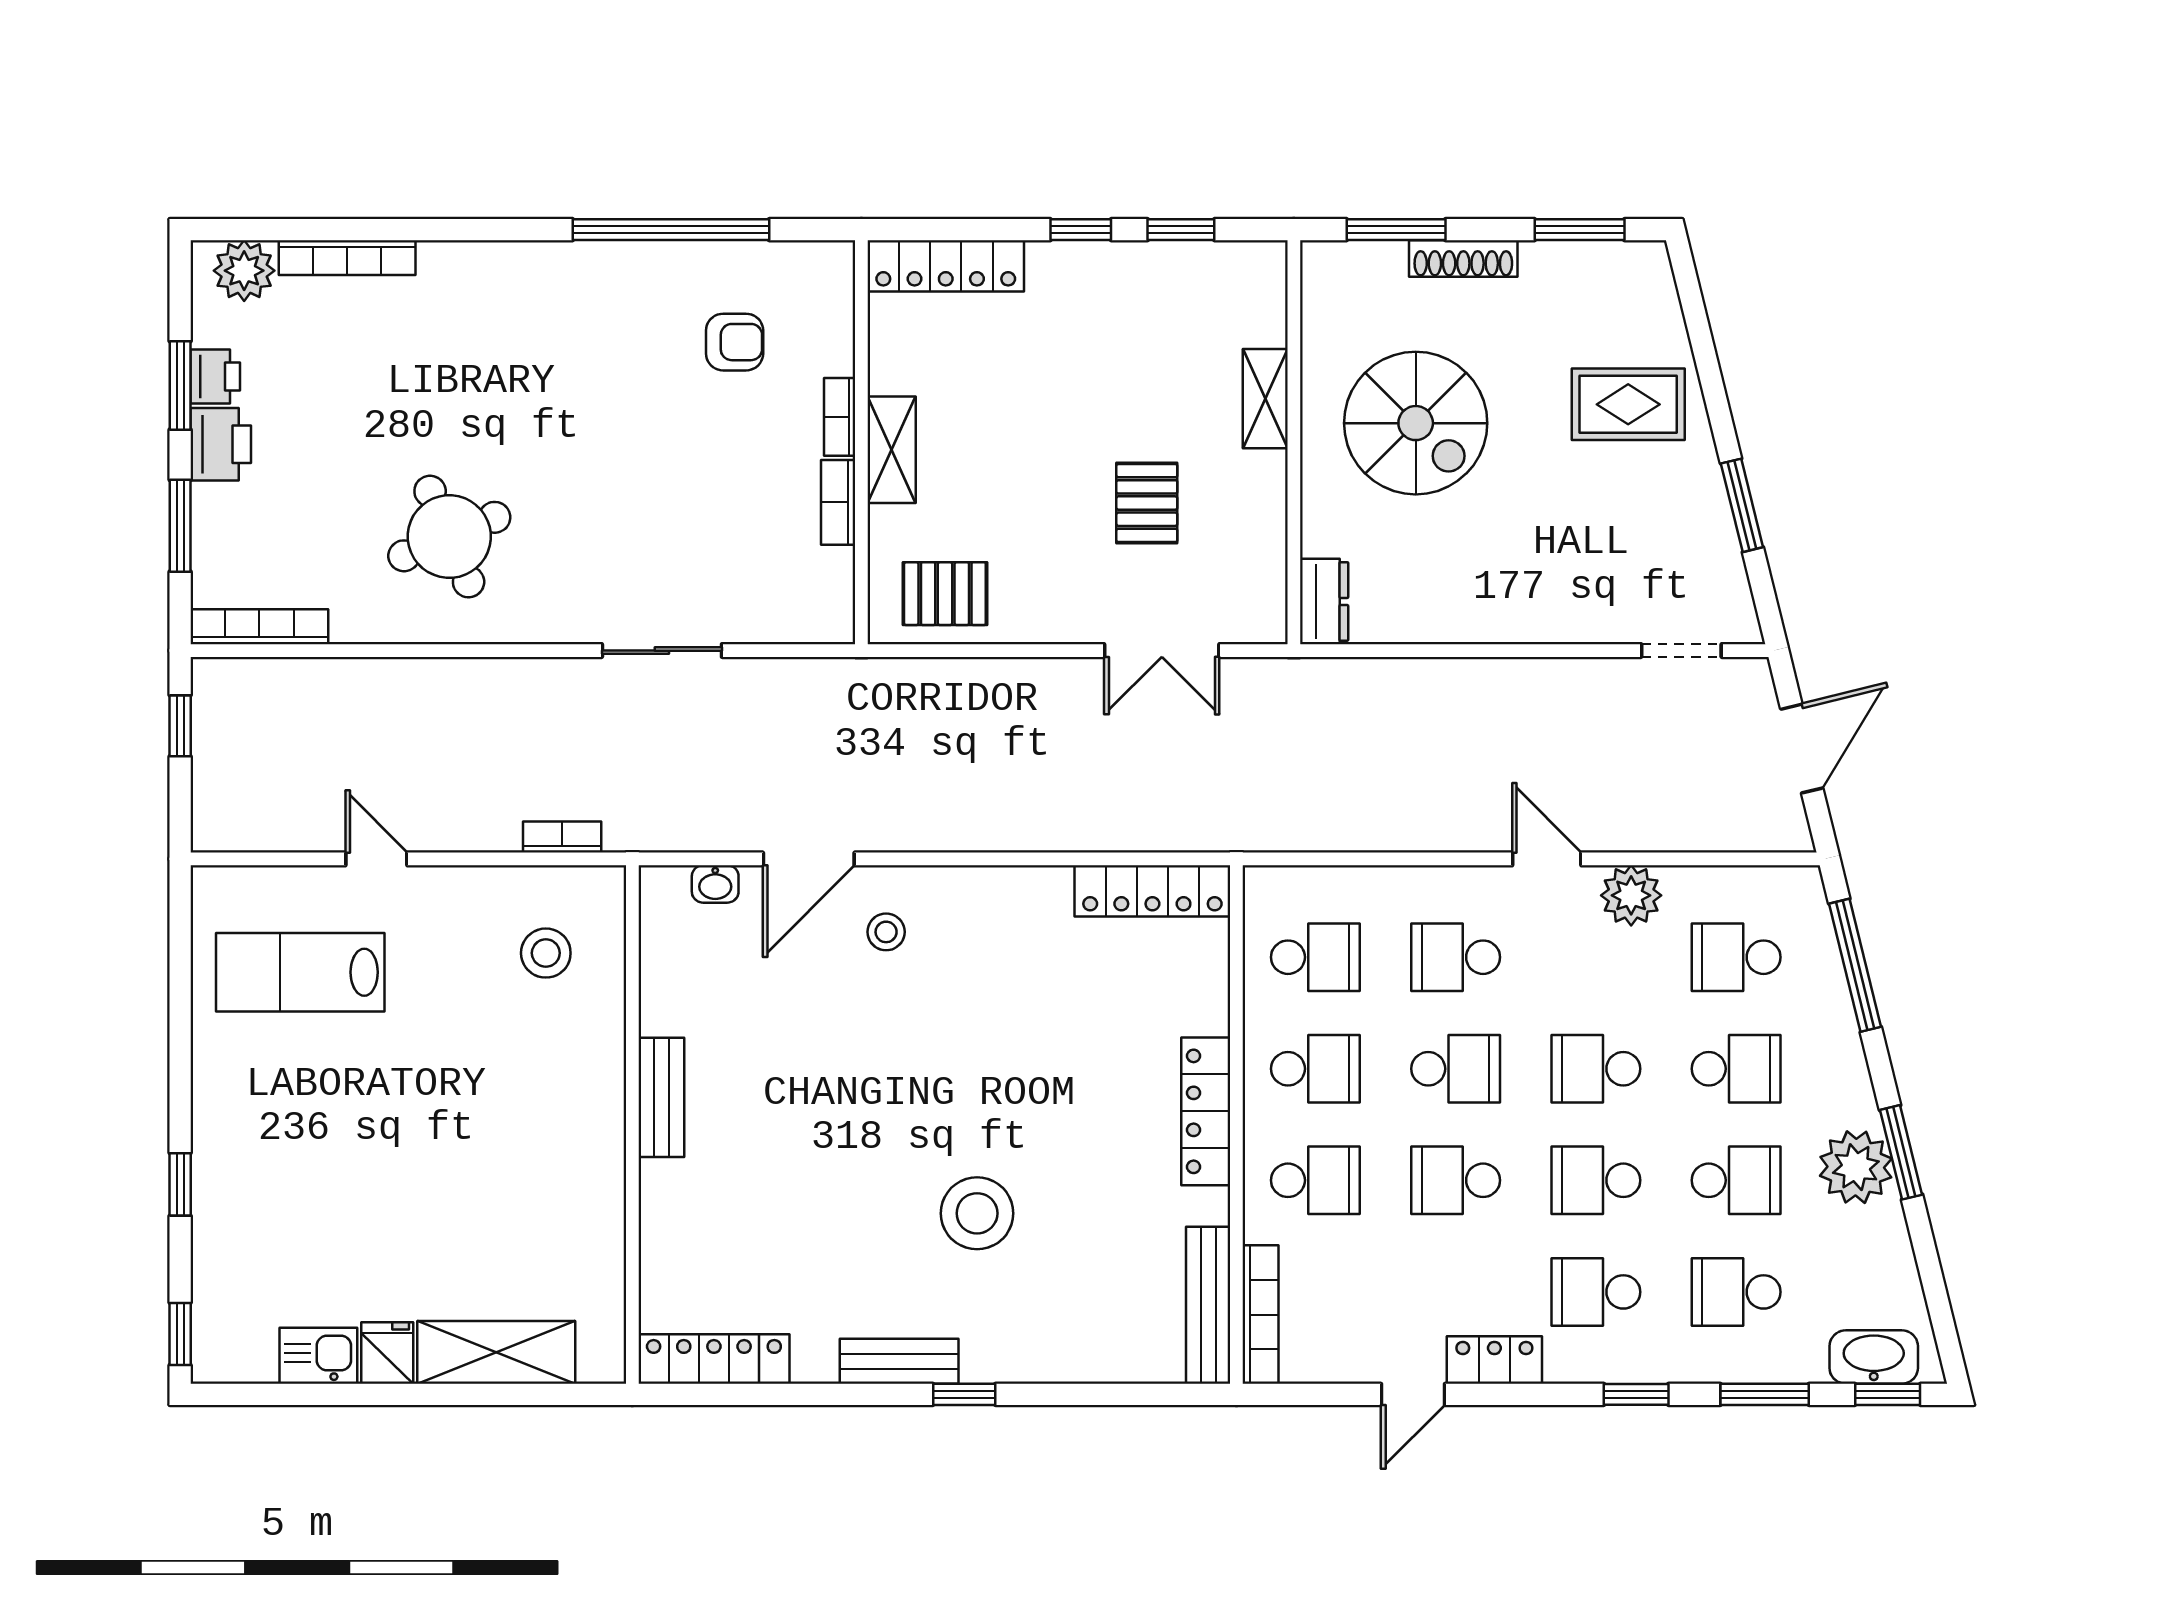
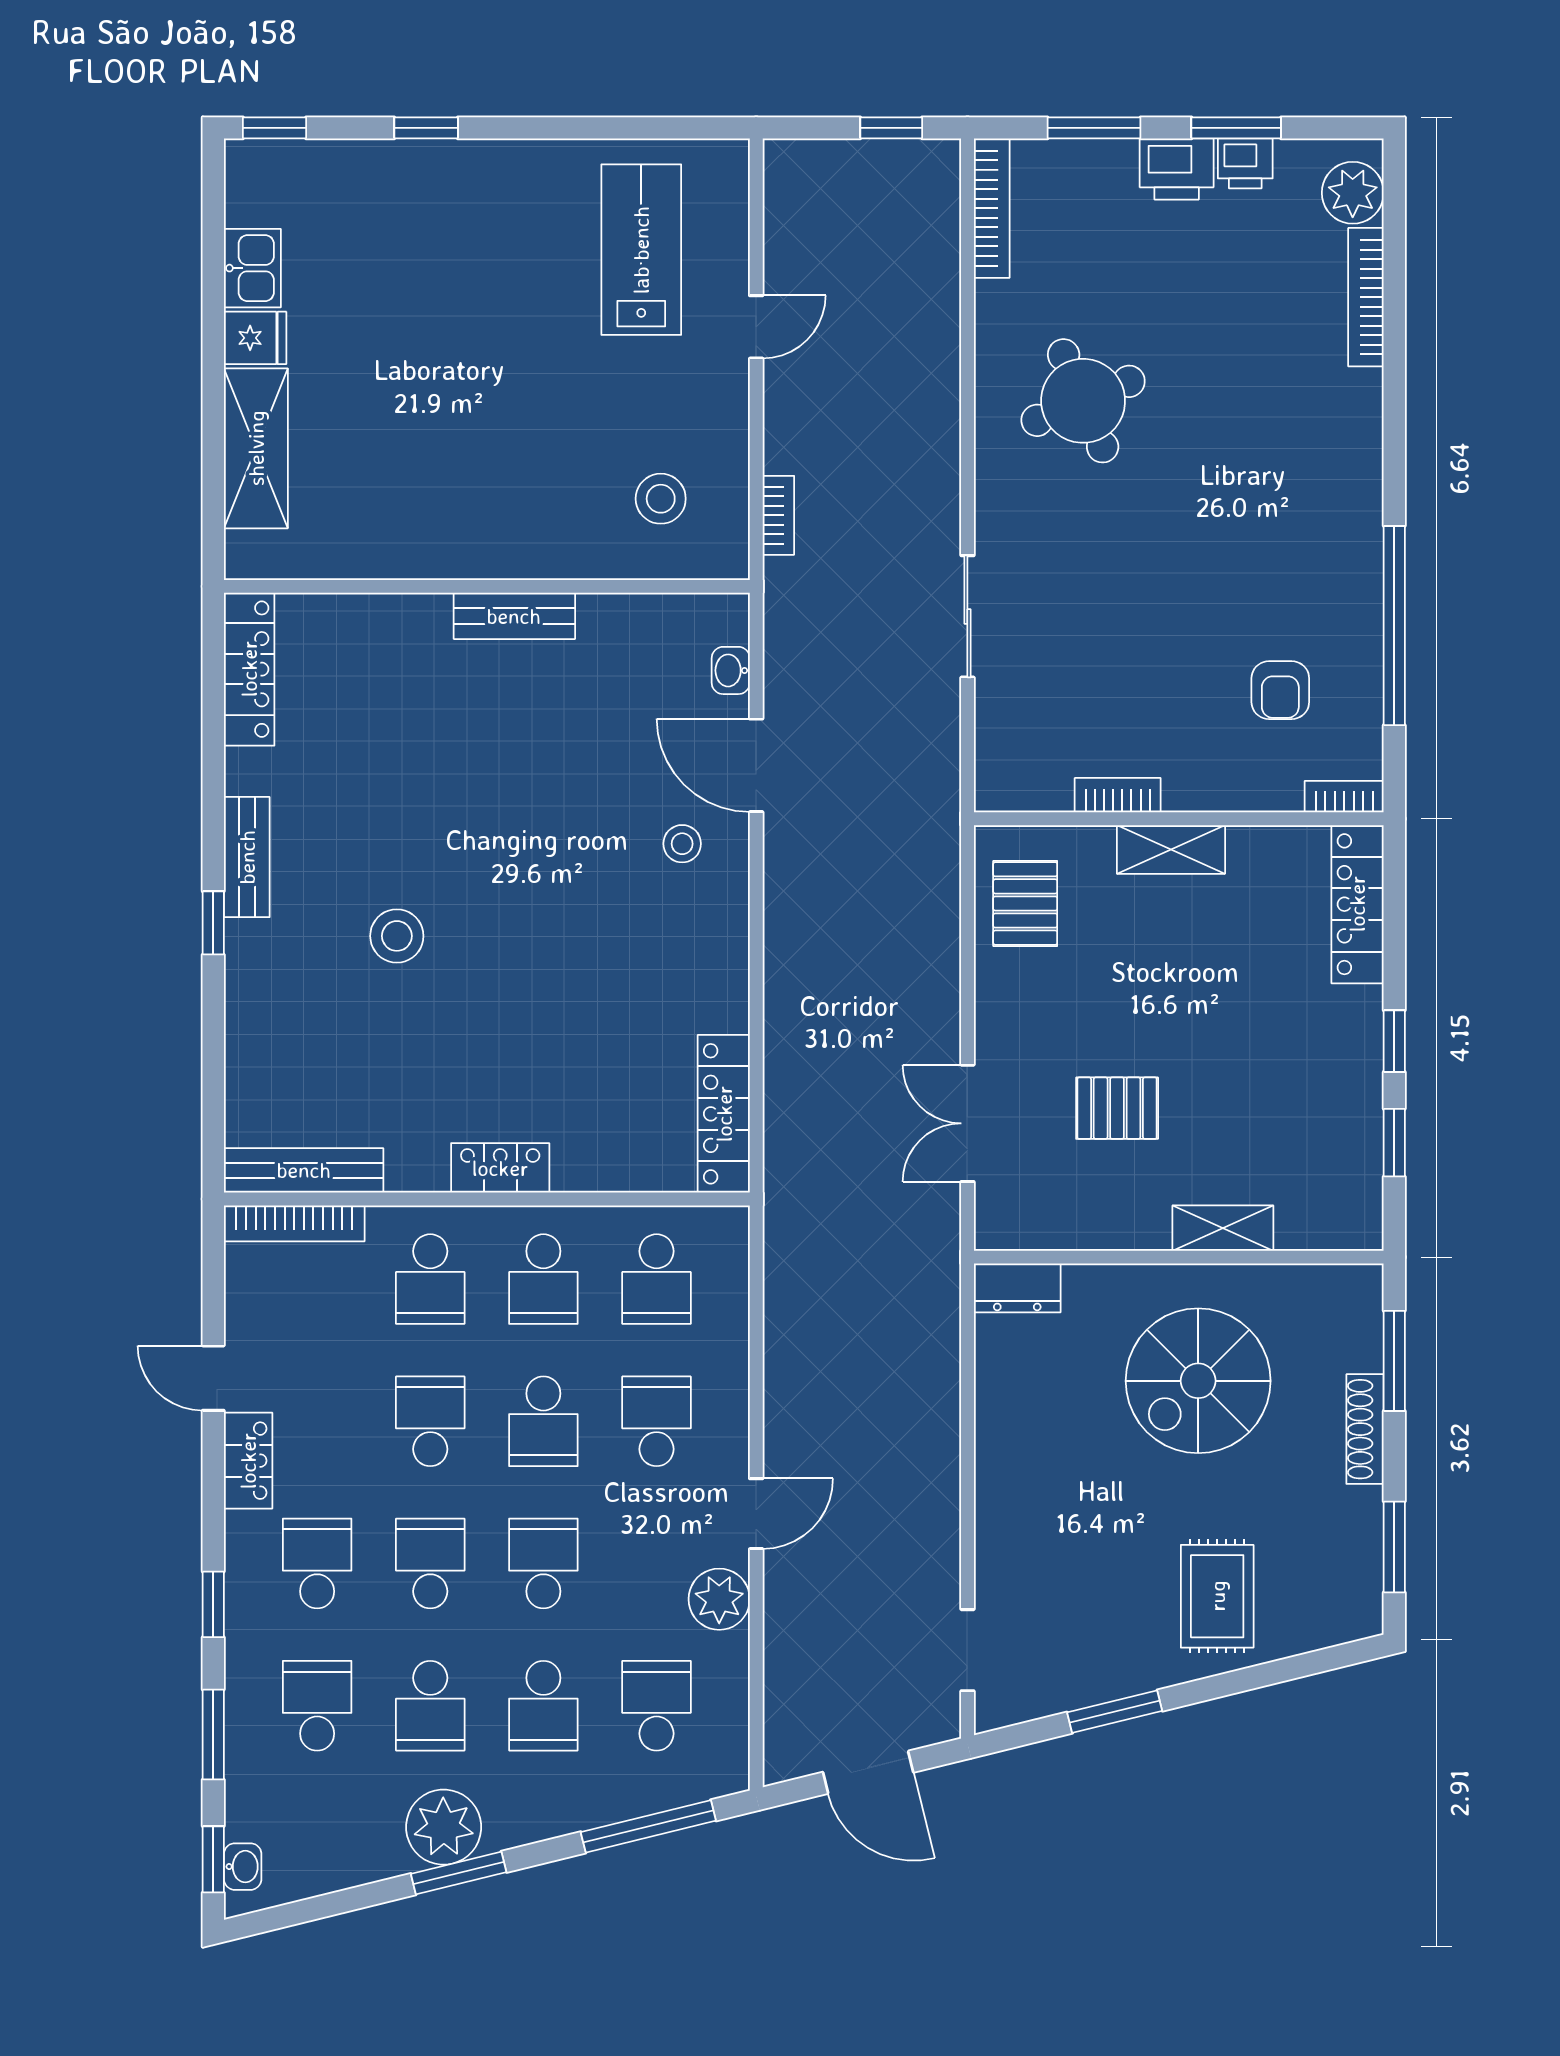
bookcase: (840, 417) -> (1344, 797), moved
locker: (1206, 1111) -> (500, 1168), width x0.66
stool: (977, 1213) -> (397, 936), width x0.73, depth x0.73
washbasin: (1874, 1357) -> (243, 1867), width x0.52, depth x0.69

